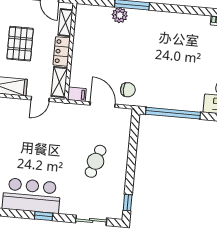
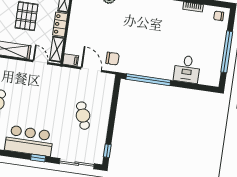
door: (40, 99) -> (40, 62), swing flipped
cafe table: (96, 161) -> (83, 116), turned -36
sliding door: (91, 220) -> (77, 164), width x1.37

